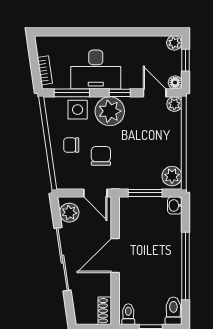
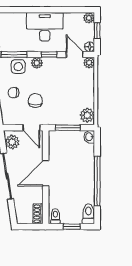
desk: (96, 70) -> (45, 27), moved, turned 180
plant: (110, 111) -> (37, 63), width x0.53, depth x0.53

